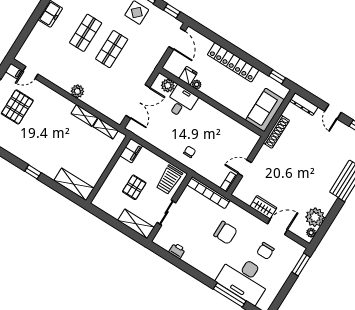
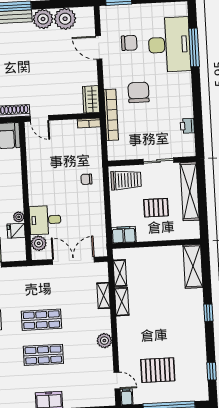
plant: (77, 91) -> (104, 341), moved
shelving: (98, 106) -> (104, 296), added
door: (245, 168) -> (39, 118), moved
bookcase: (209, 193) -> (111, 115), moved
wardrobe: (263, 207) -> (91, 99), moved
shelving: (136, 224) -> (190, 191), width x1.47
plant: (311, 233) -> (43, 19), moved, width x1.88, depth x1.88

